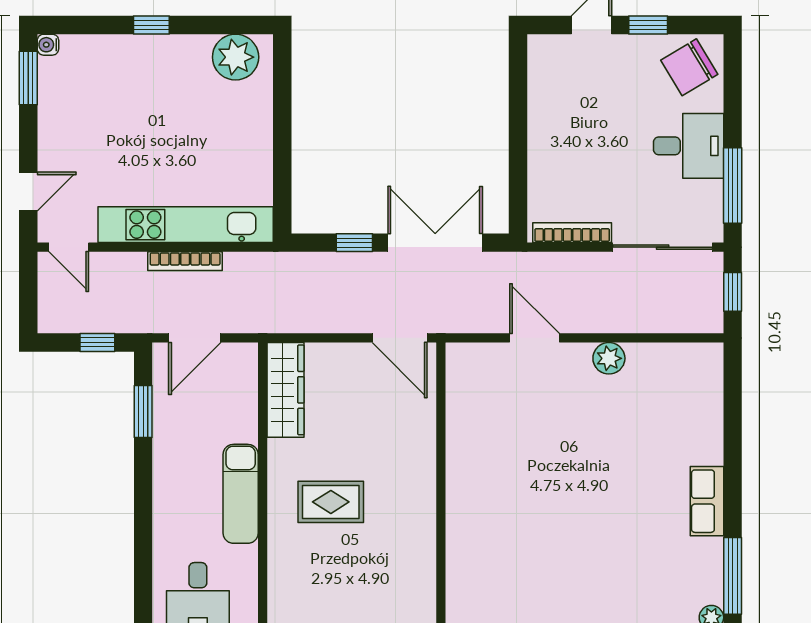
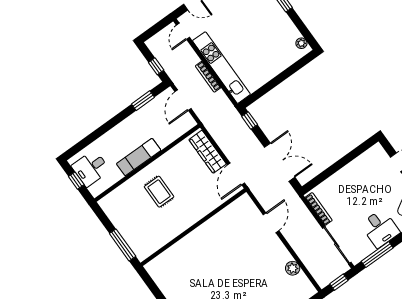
plant: (236, 57) -> (301, 43), width x0.53, depth x0.53
window: (354, 243) -> (250, 120), moved
door: (195, 338) -> (183, 100), hinge flipped
plant: (609, 358) -> (293, 268), moved
wardrobe: (285, 390) -> (208, 152), moved, turned 90

